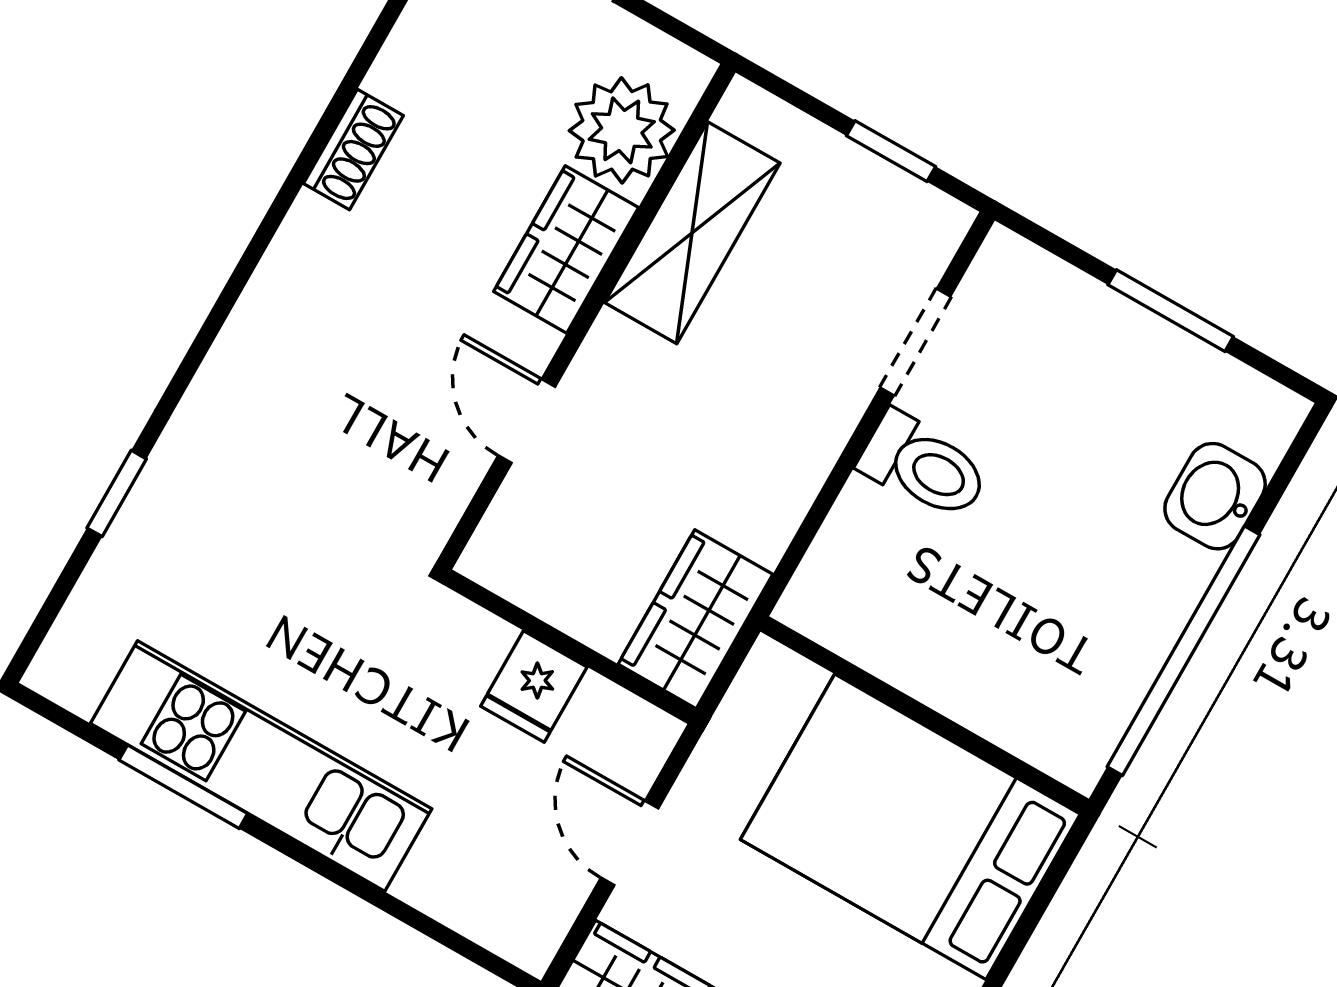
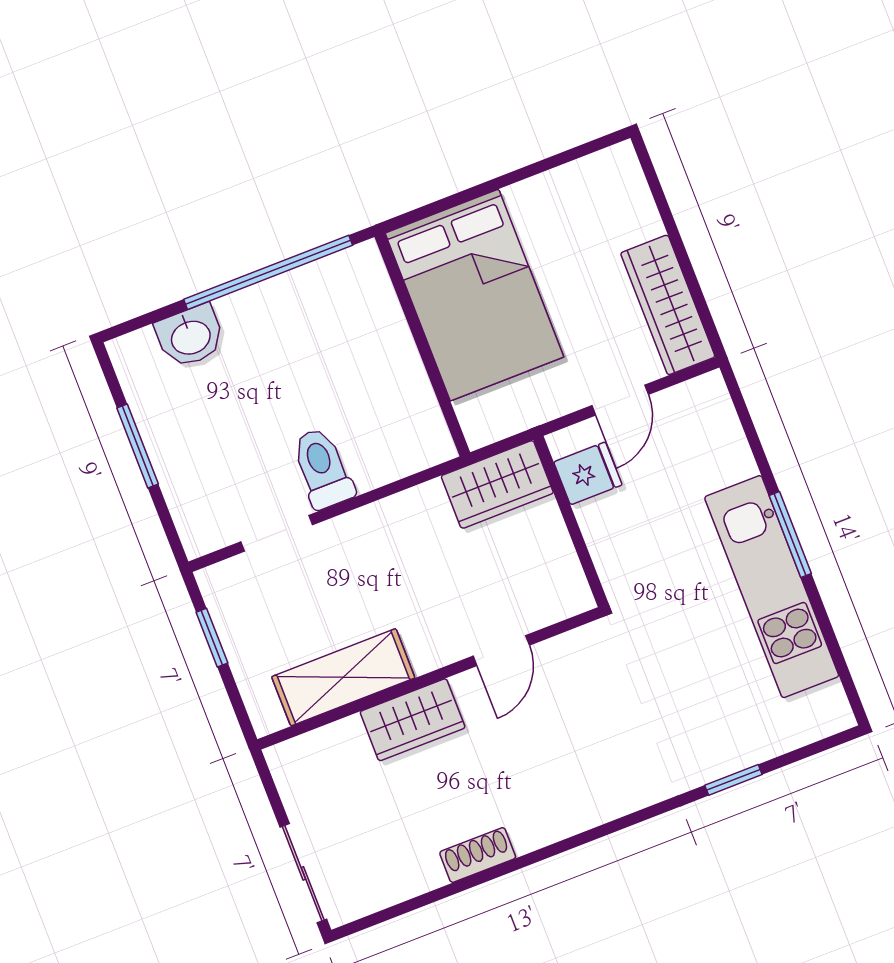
plant: (622, 130) -> (337, 756), removed
fridge: (534, 687) -> (588, 473), moved
window: (183, 787) -> (790, 535), moved

